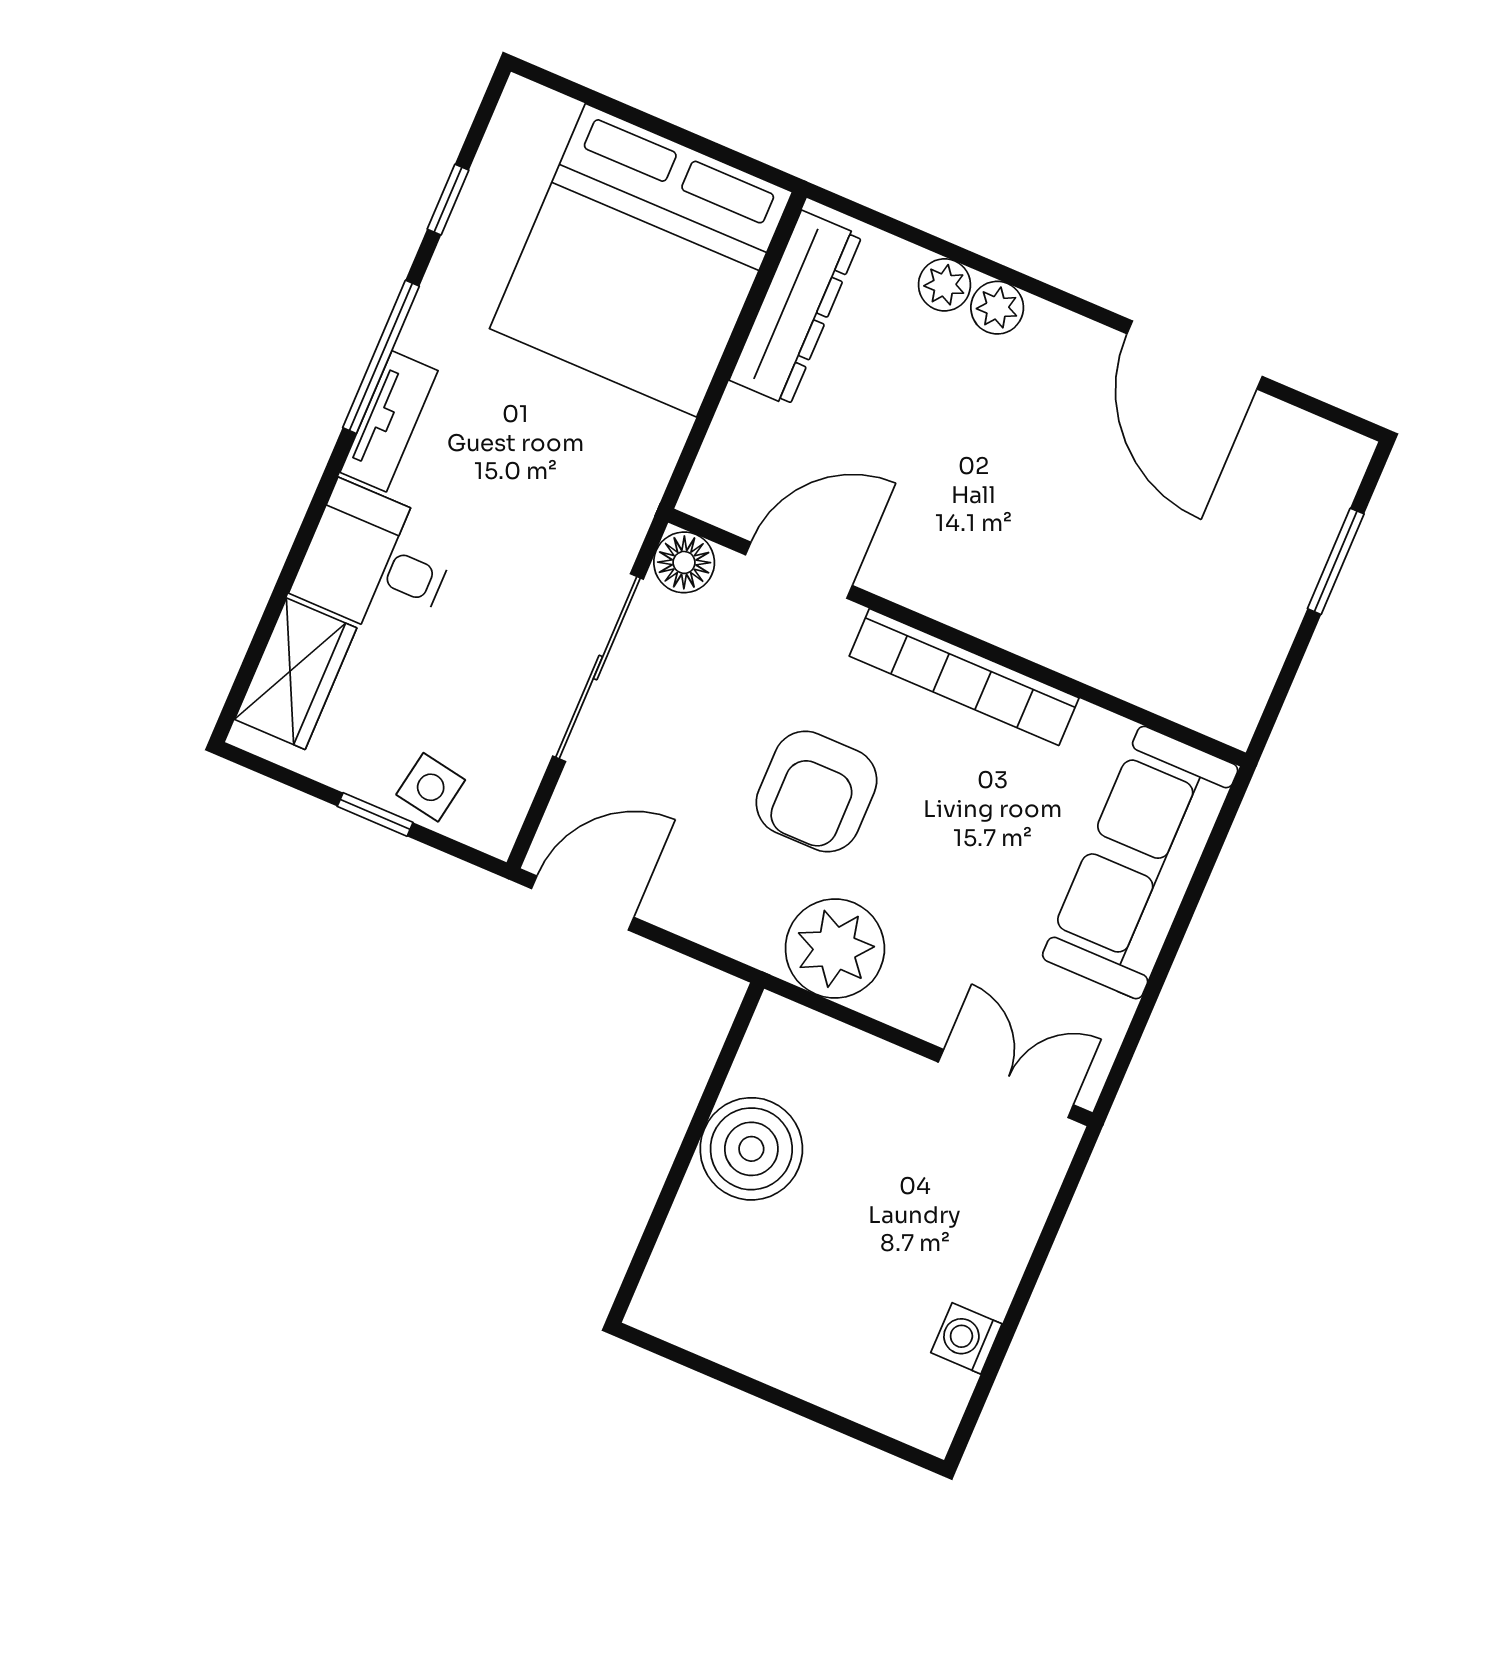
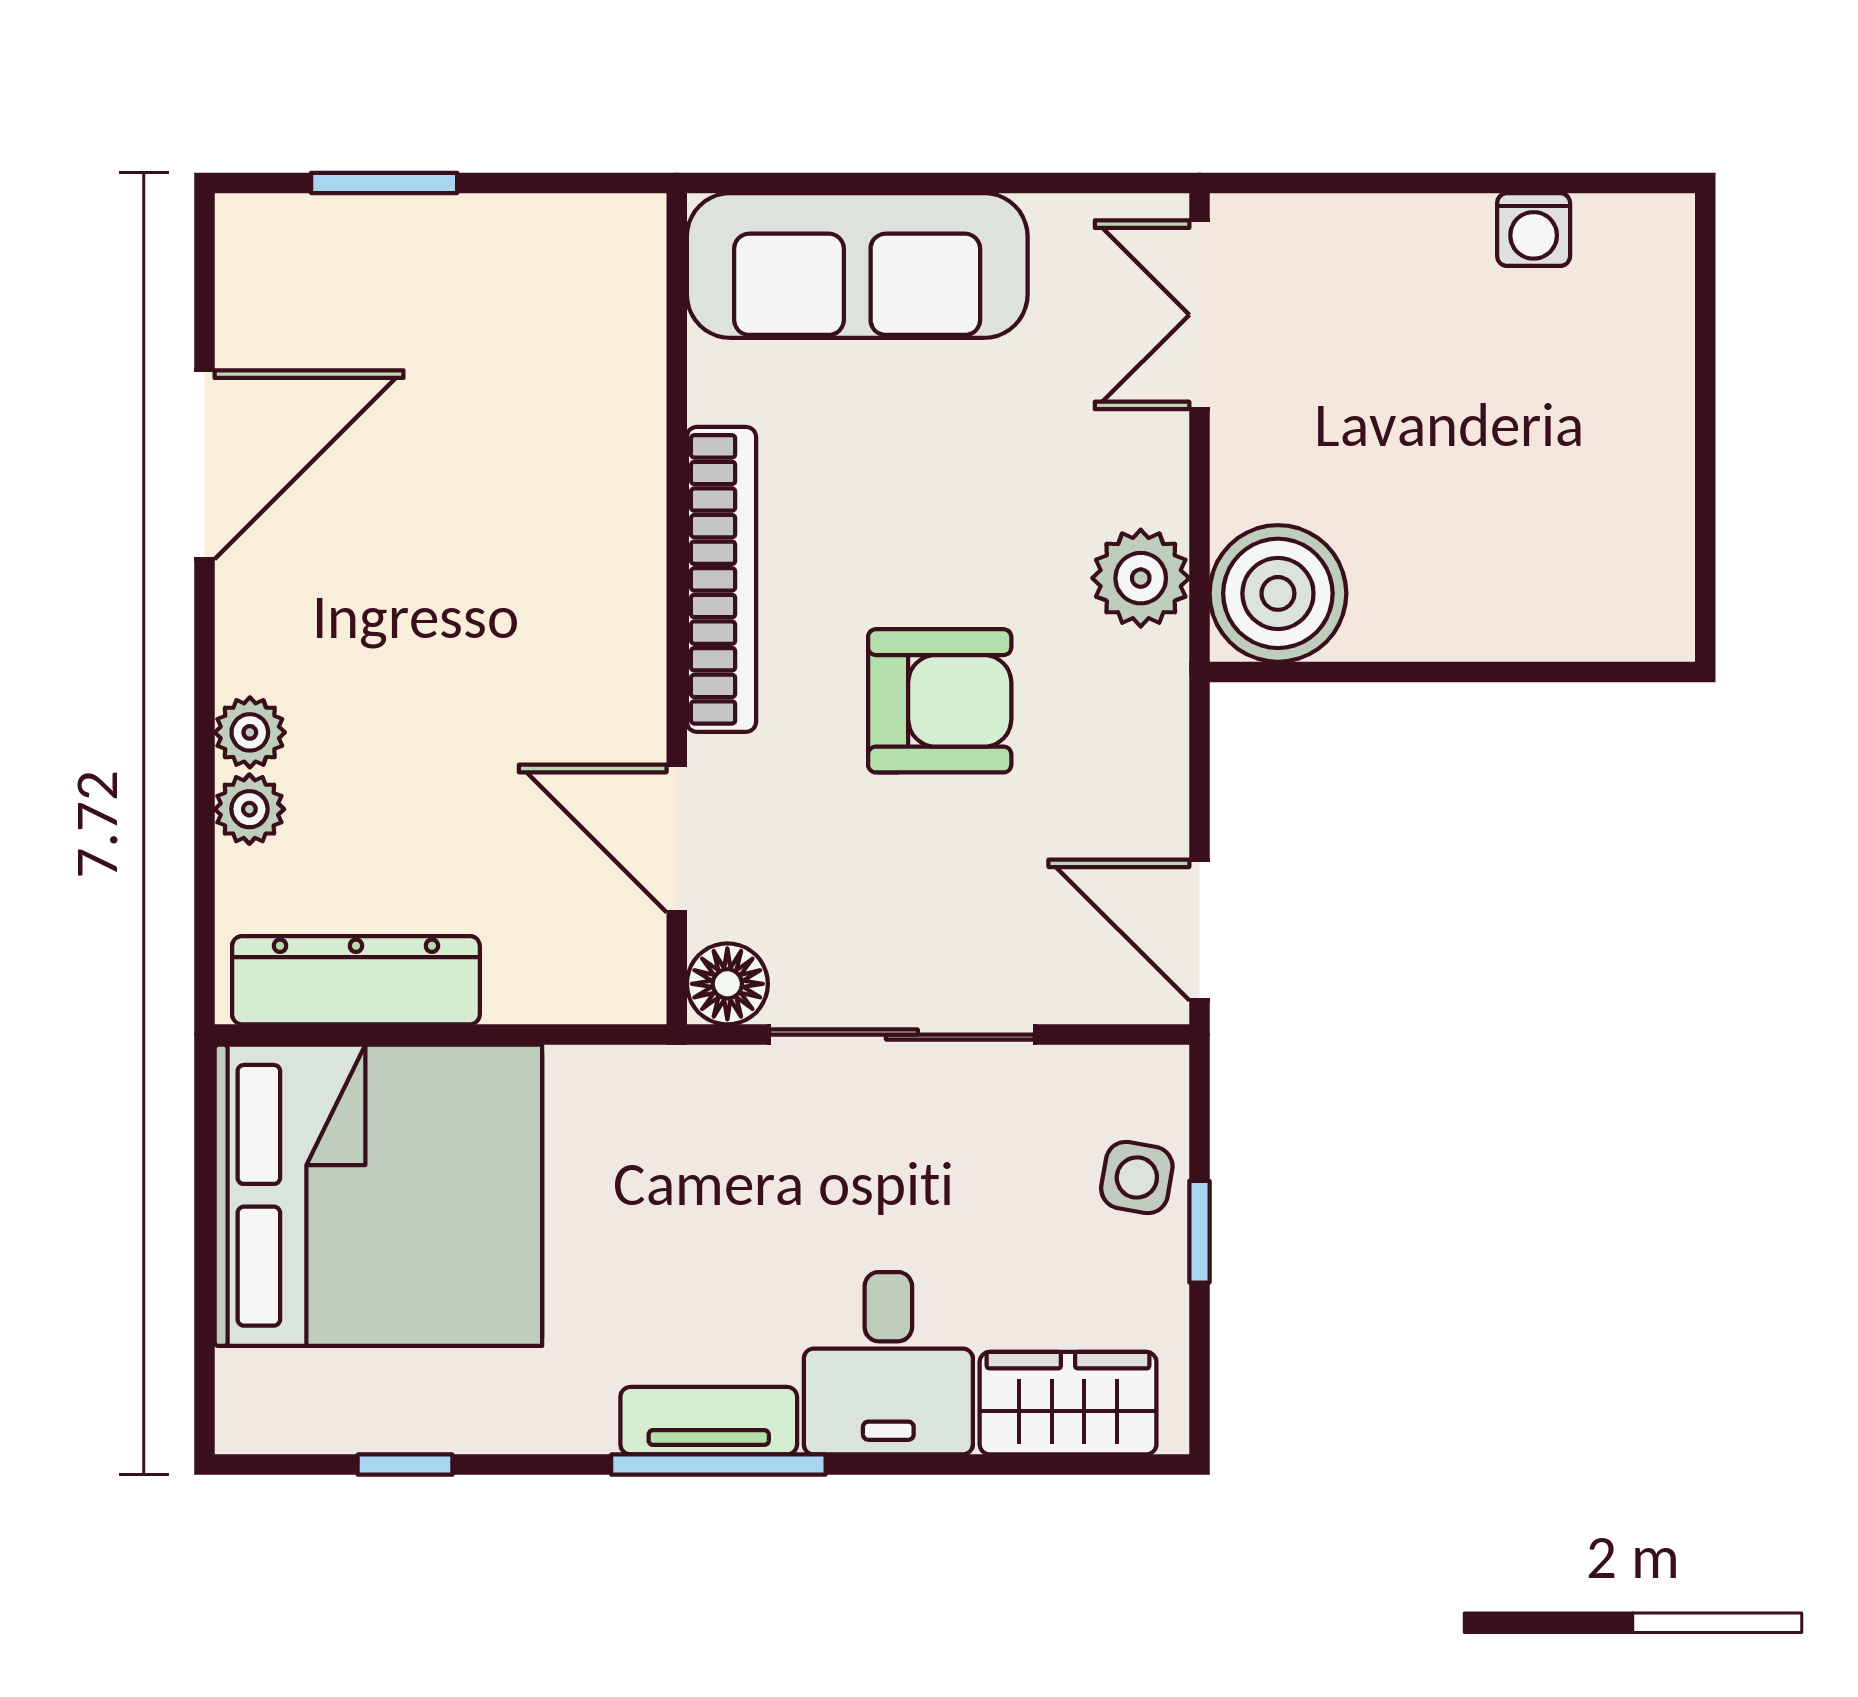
window: (381, 357) -> (718, 1465), moved
plant: (835, 948) -> (1141, 578), width x0.73, depth x0.73
boiler: (751, 1149) -> (1278, 593), moved

